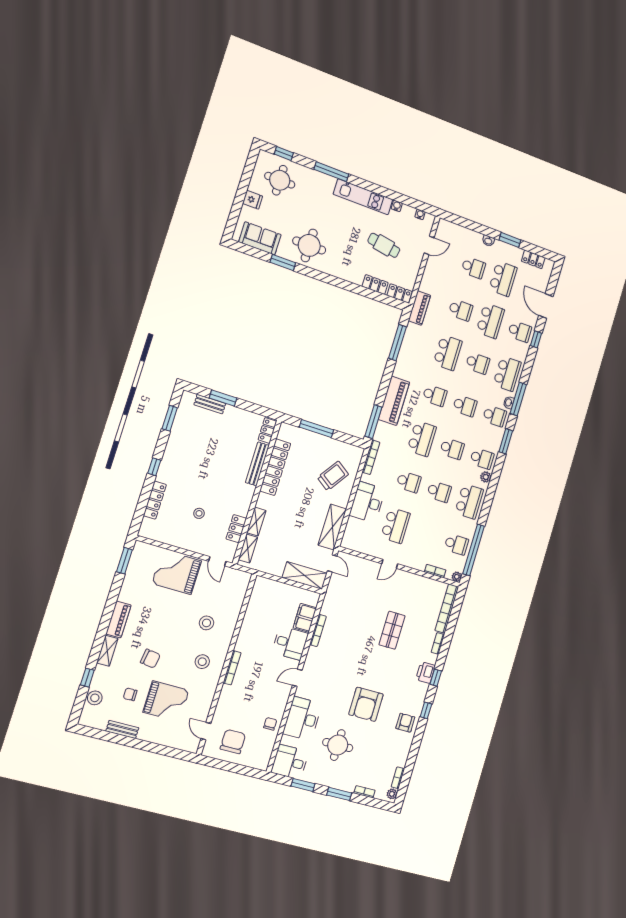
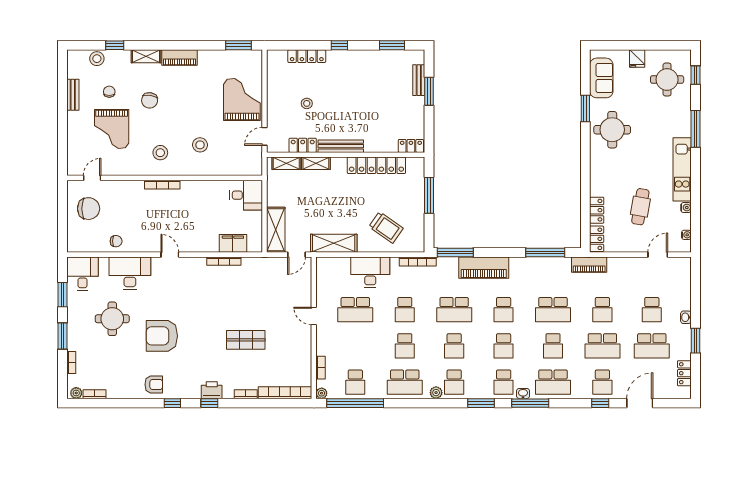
door: (429, 245) -> (658, 255), swing flipped
bench: (257, 464) -> (341, 146), moved
desk: (290, 643) -> (246, 195), moved, turned -90

